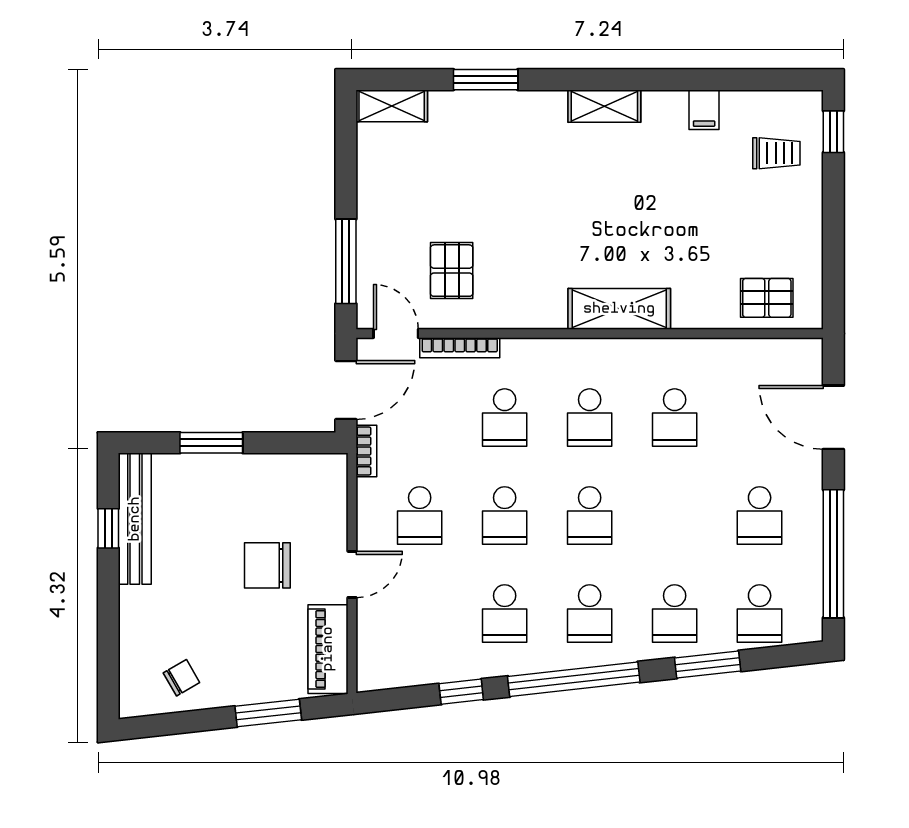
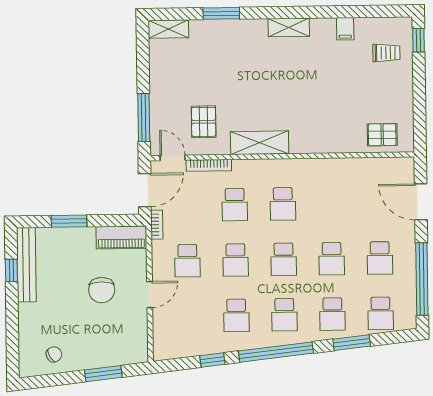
shelving: (619, 309) -> (260, 143), moved
school desk: (675, 418) -> (332, 259), moved
chair: (267, 565) -> (102, 290), turned -90
piano: (328, 649) -> (121, 237), moved, turned -90

